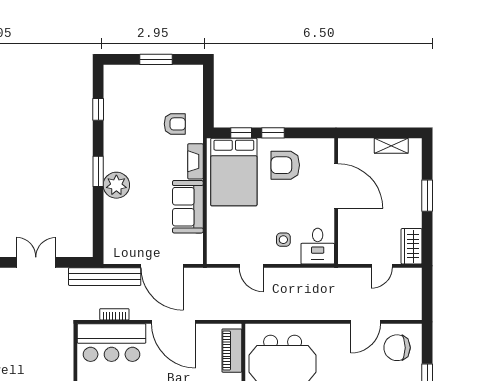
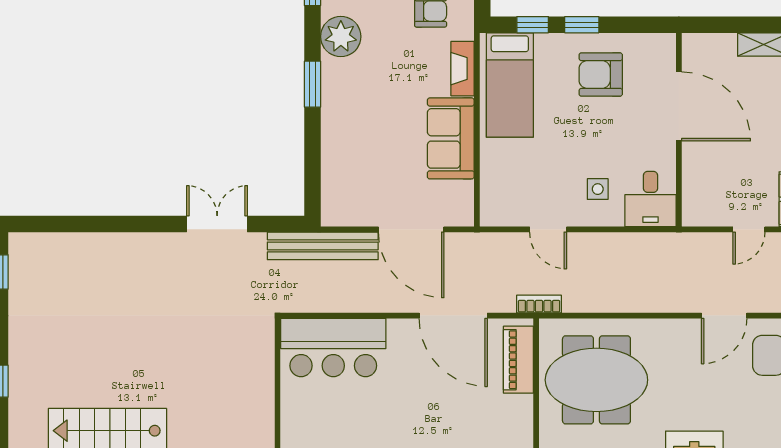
bed: (234, 172) -> (510, 85), width x0.67
plant: (116, 185) -> (341, 37), moved
bookcase: (114, 314) -> (539, 304), moved
door: (174, 322) -> (453, 316), moved

